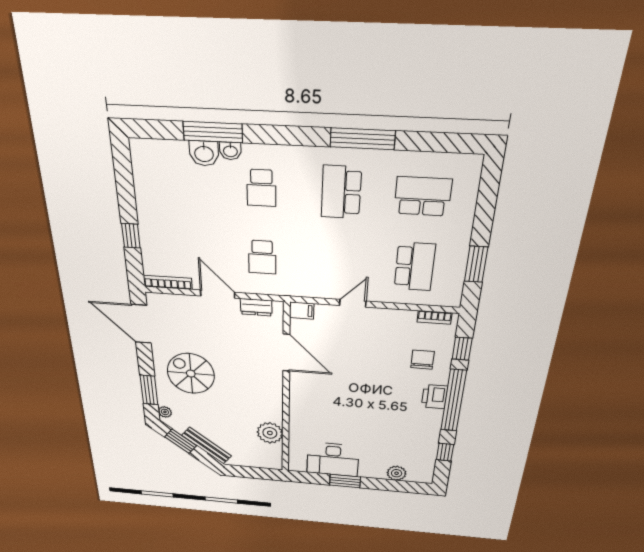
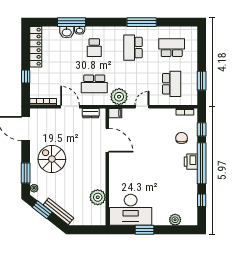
locker: (144, 180) -> (36, 47), added
school desk: (262, 257) -> (94, 84), width x1.85
plant: (310, 283) -> (119, 97), added
desk: (333, 460) -> (131, 210), width x1.36, depth x1.30

